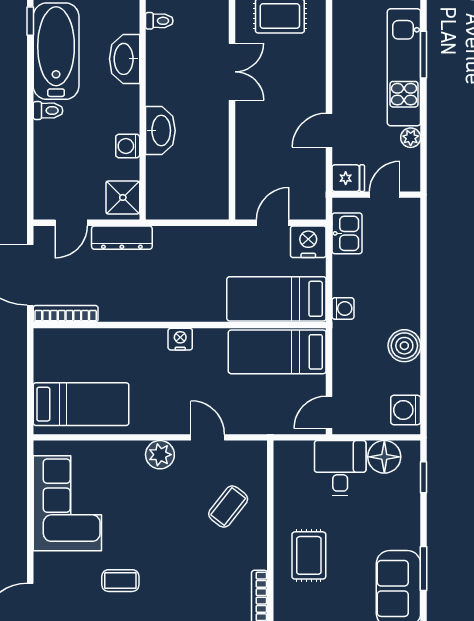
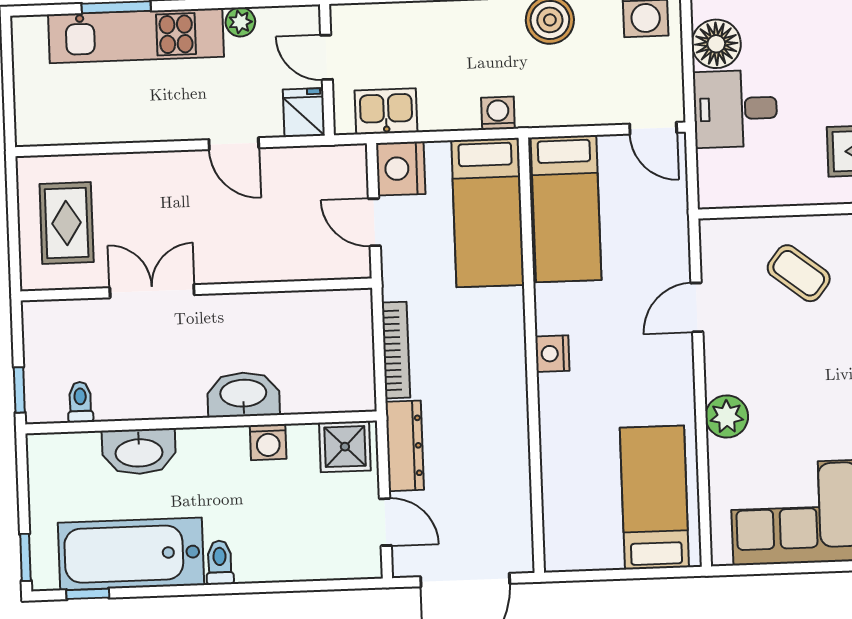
bookcase: (66, 314) -> (396, 350), moved, turned 180
plant: (160, 455) -> (727, 416), moved

